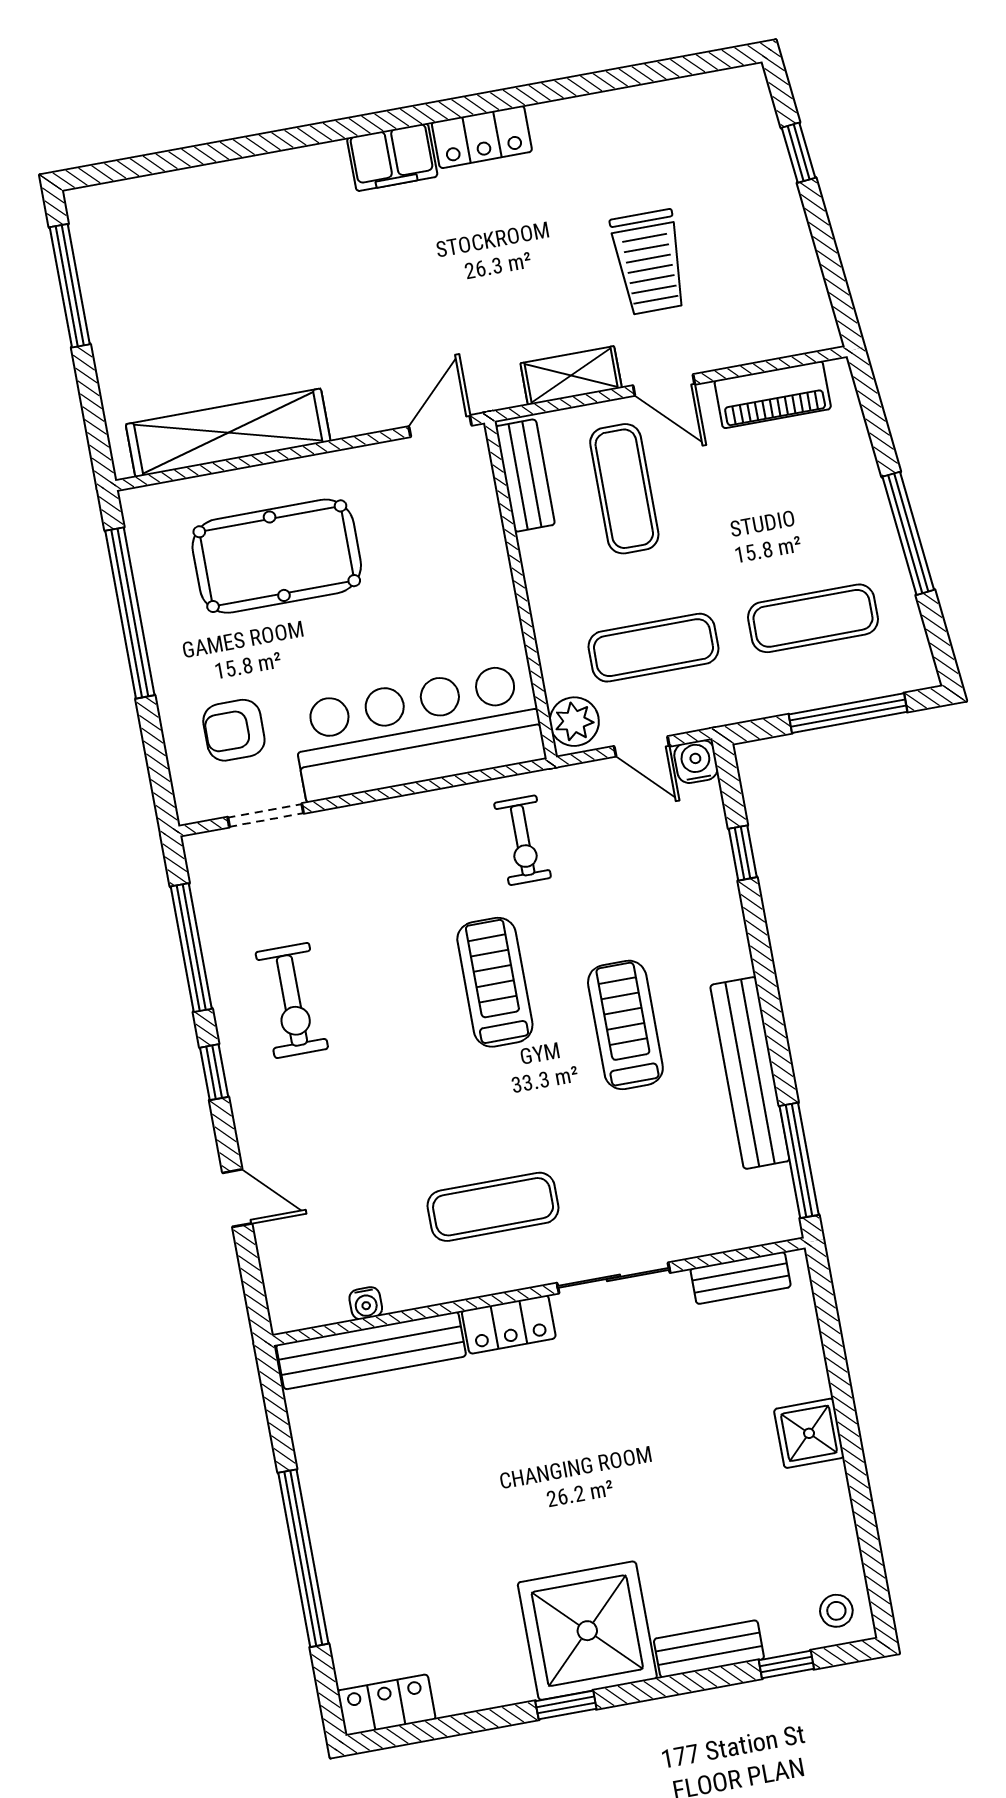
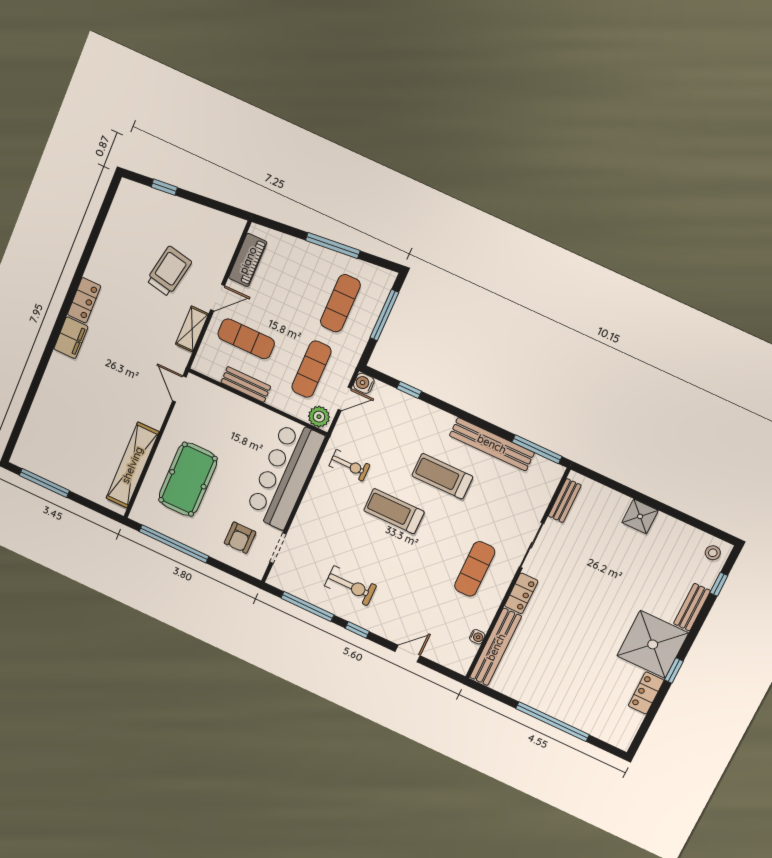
trolley: (649, 262) -> (169, 271), turned -79
bench: (525, 475) -> (246, 384), moved
locker: (386, 1705) -> (646, 693), moved

